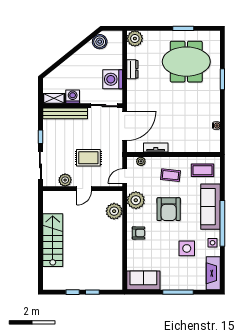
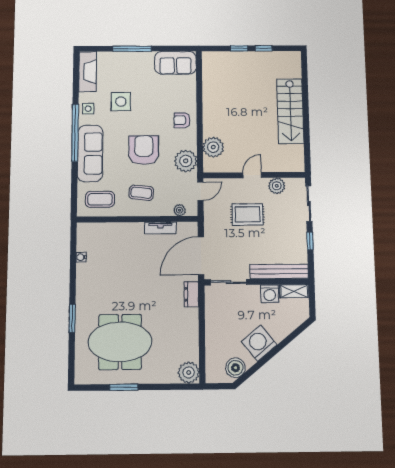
dresser: (132, 69) -> (191, 294), moved
washing machine: (113, 79) -> (259, 343), moved, turned -129

